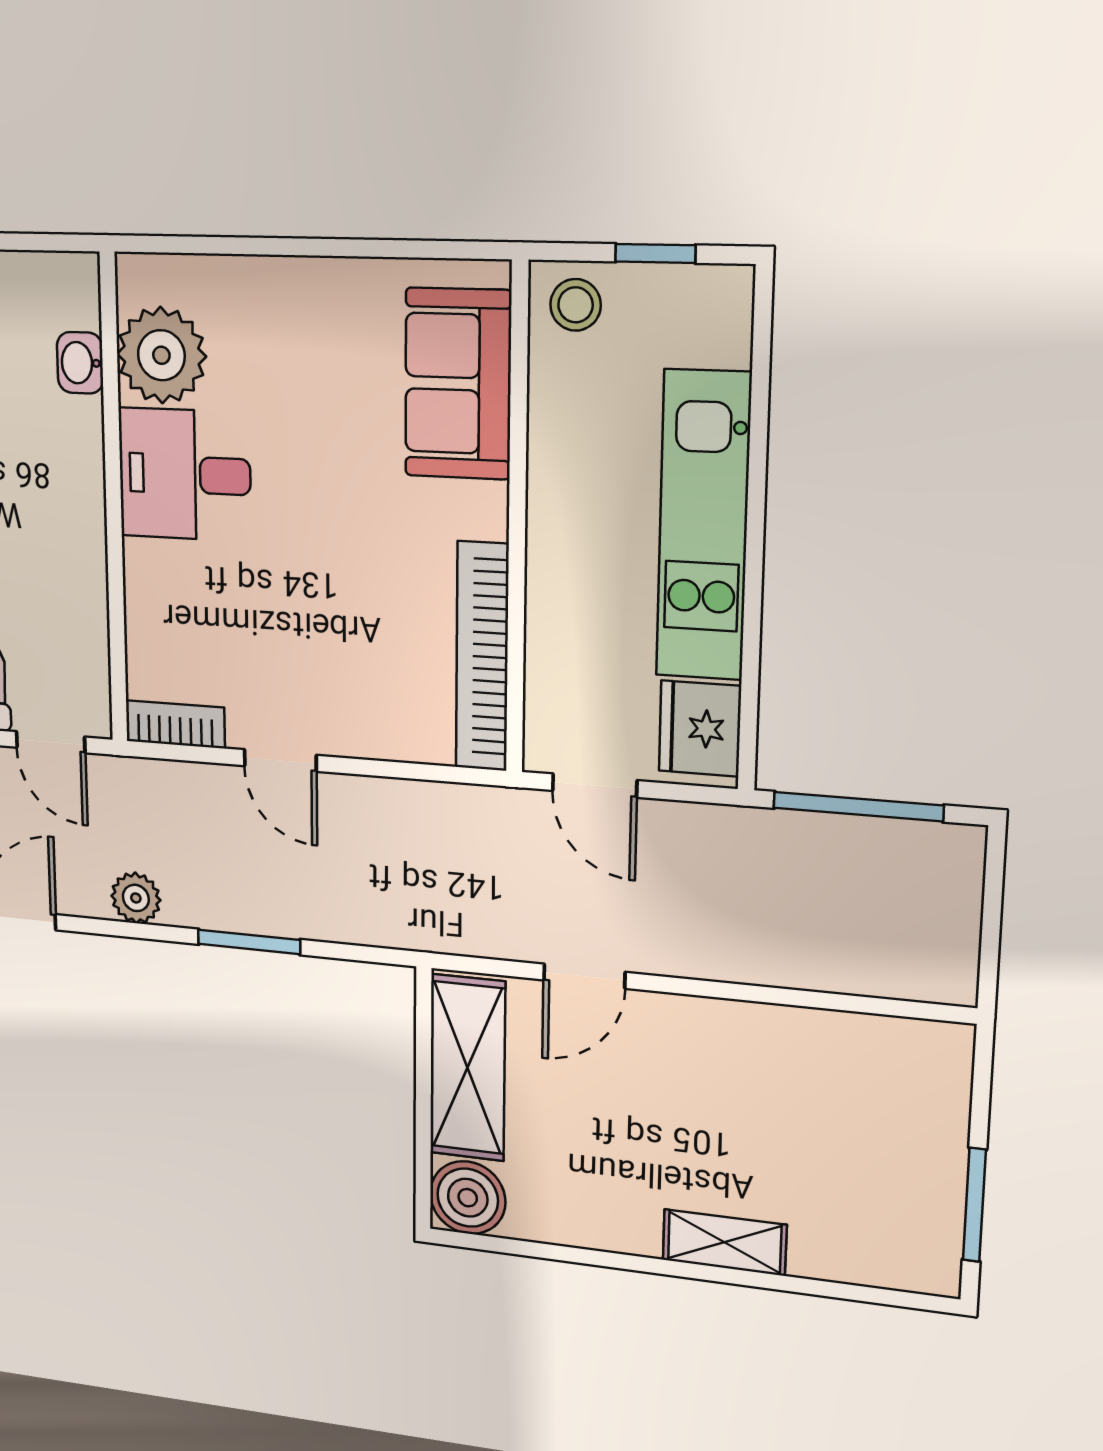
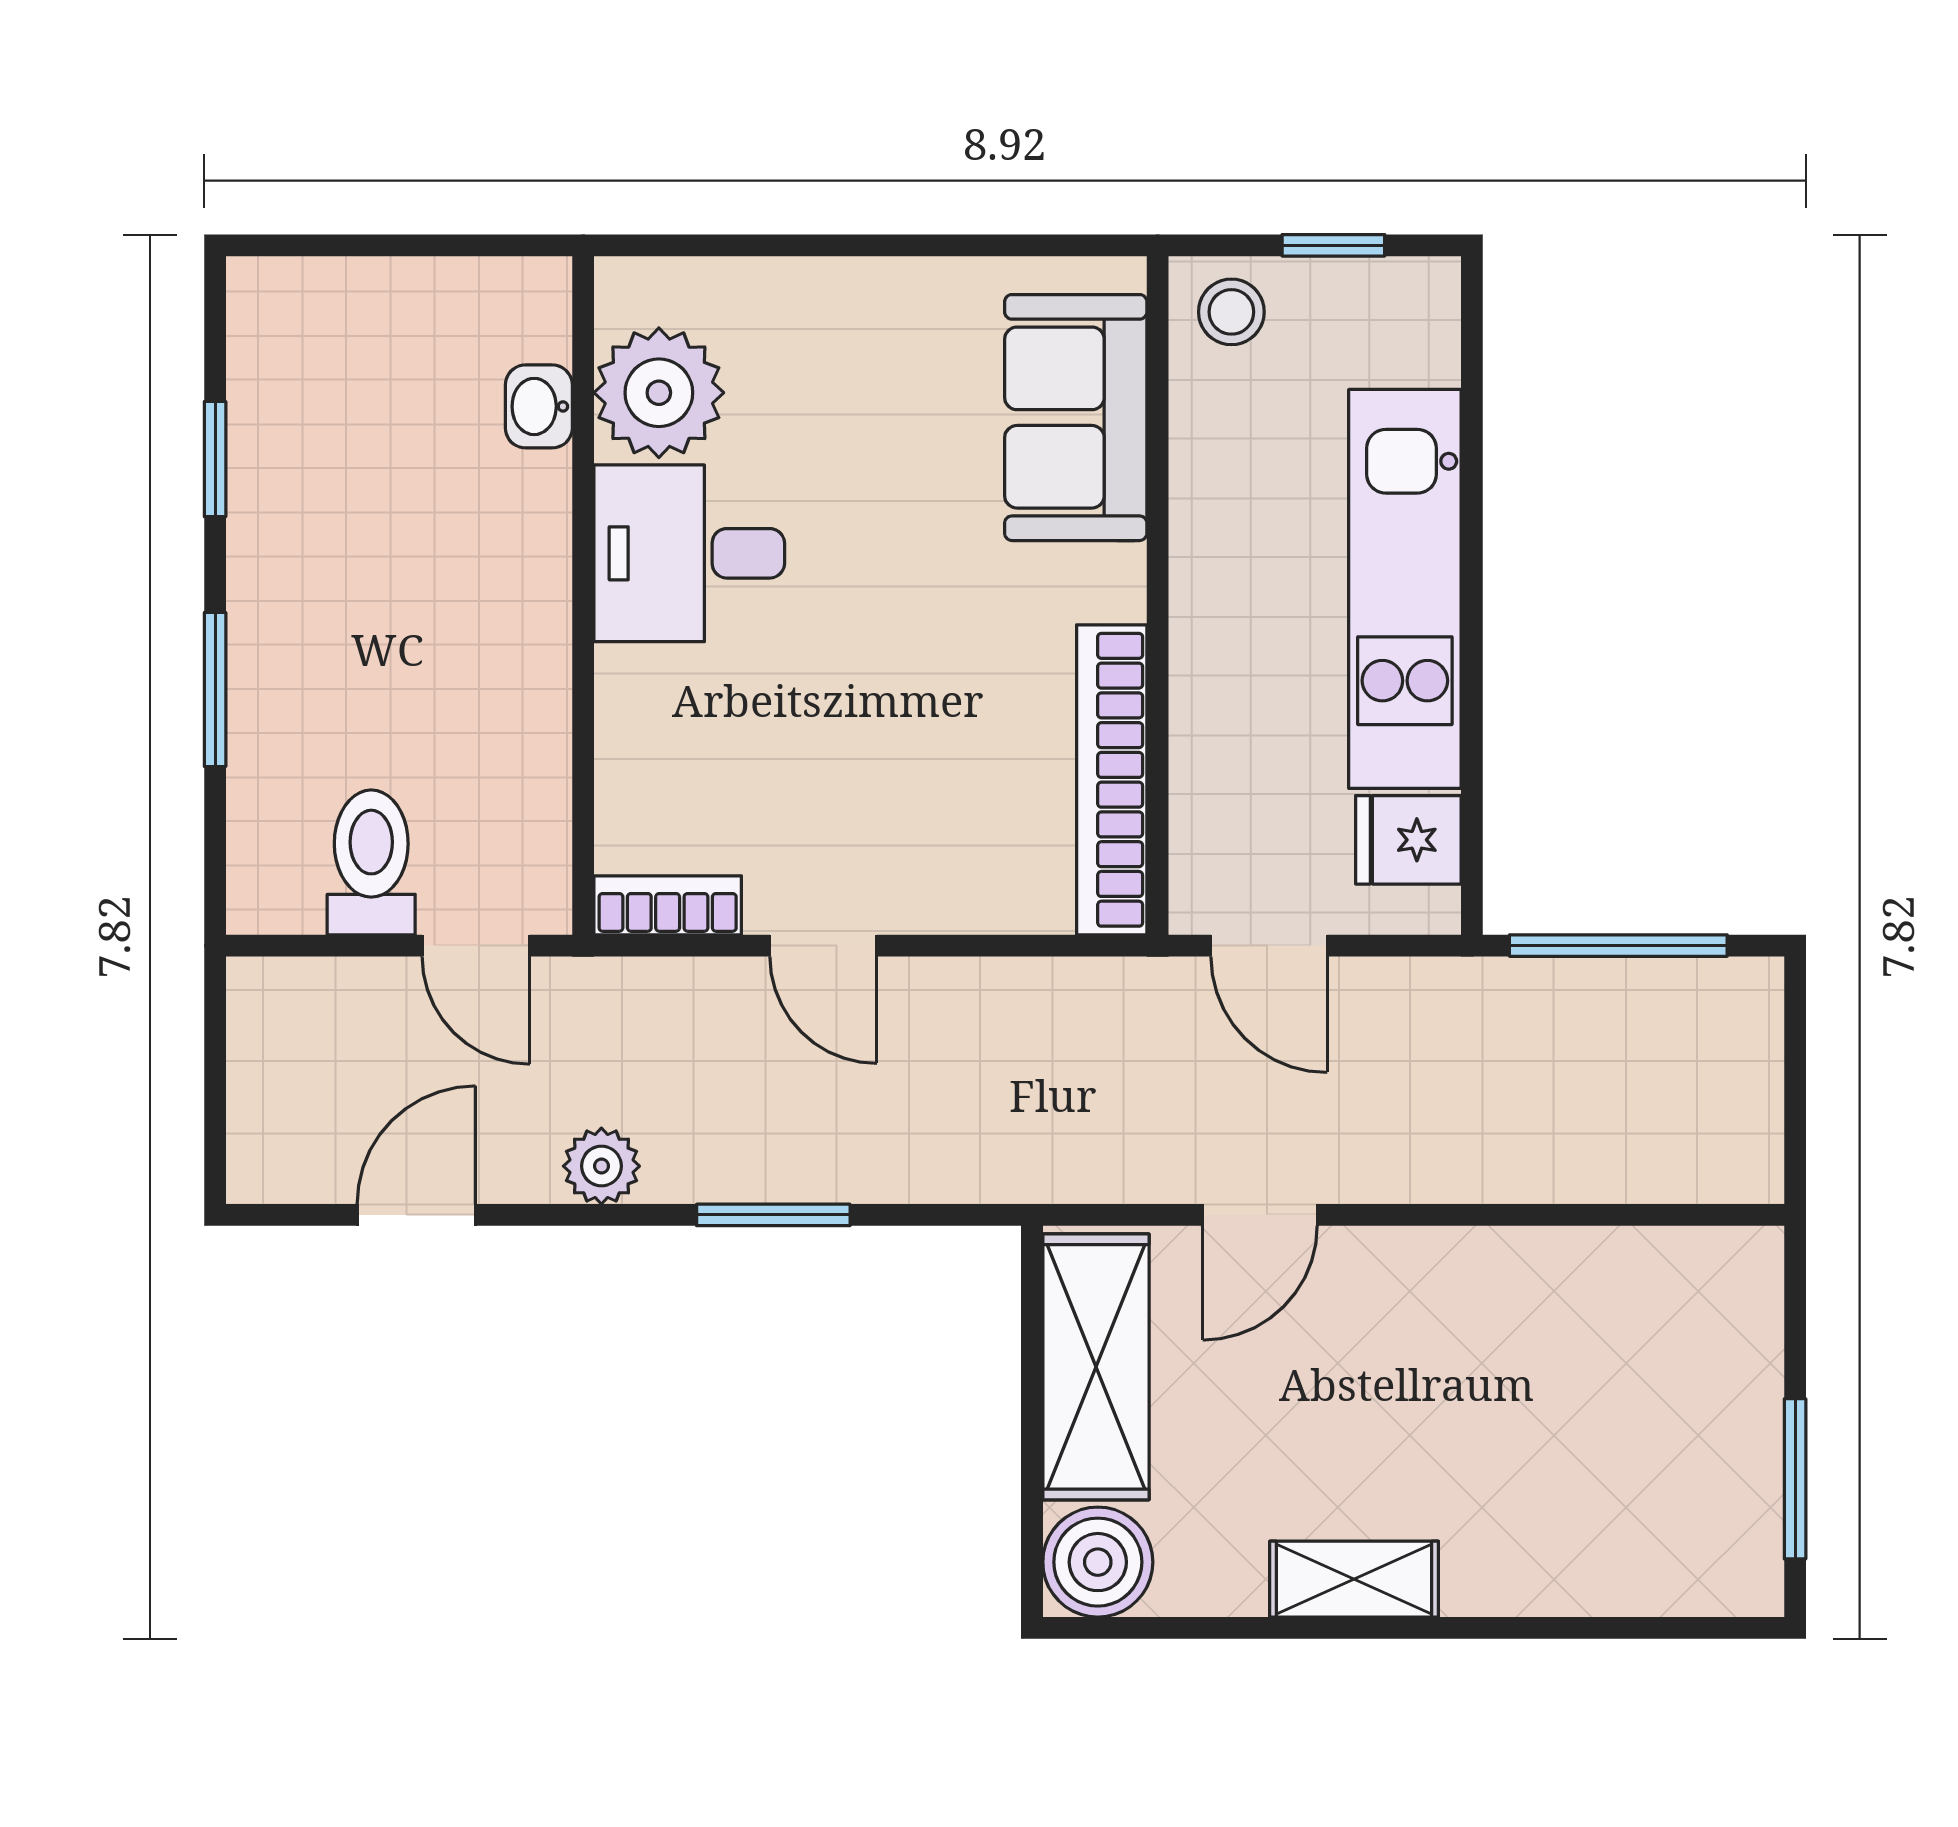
fridge: (700, 728) -> (1408, 840), width x0.72
shelving: (724, 1242) -> (1354, 1579), moved

